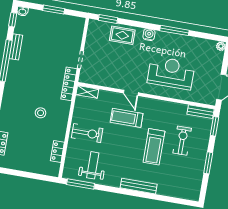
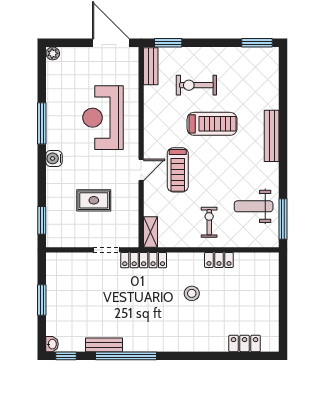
rug: (122, 35) -> (94, 200), moved, turned 90
exercise bike: (87, 133) -> (209, 222), width x0.73, depth x0.72
locker: (57, 152) -> (219, 260), moved
window: (208, 163) -> (257, 43), moved

